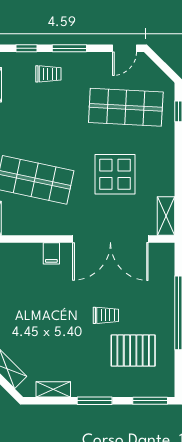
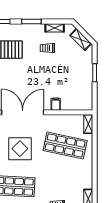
trolley: (106, 315) -> (47, 48), moved

